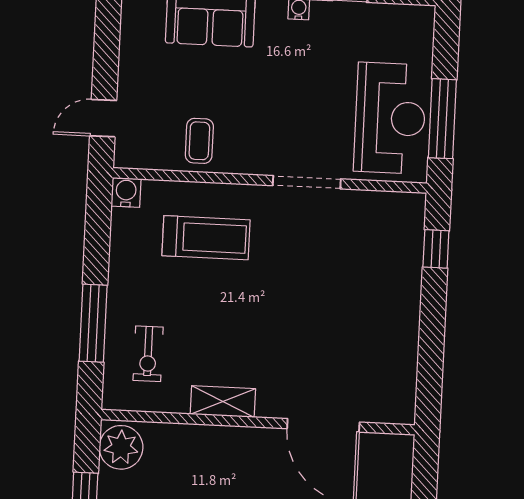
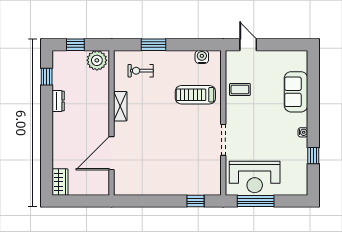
water cooler: (126, 192) -> (202, 57), moved, turned -90
treadmill: (206, 238) -> (195, 95), turned 90
window: (93, 323) -> (153, 45), width x0.69

